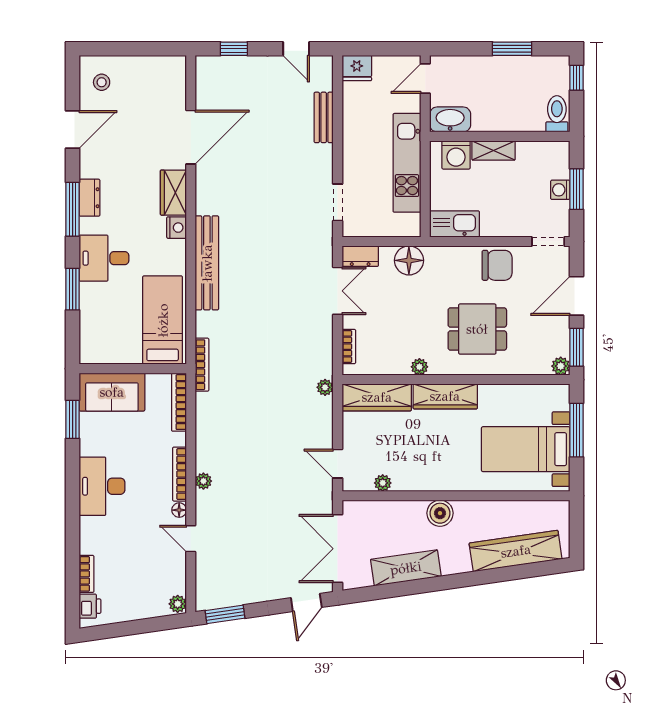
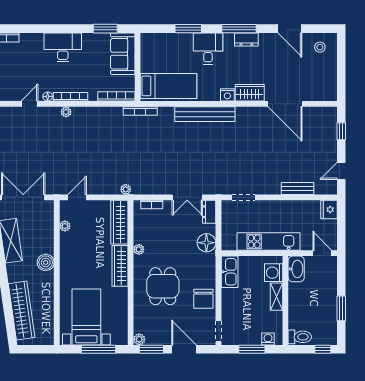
washing machine: (560, 190) -> (268, 339), moved

